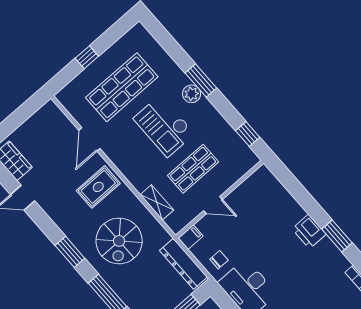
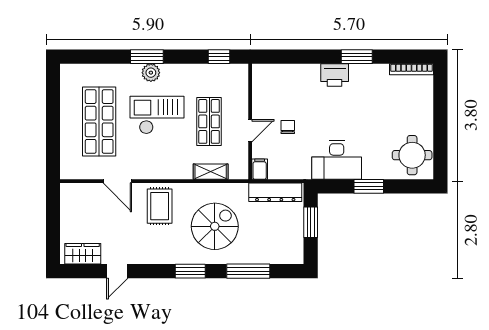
window: (87, 57) -> (53, 128), removed
checkout: (164, 126) -> (157, 115), turned 180
spiral stairs: (119, 241) -> (215, 226), turned -90
chair: (219, 260) -> (288, 127), moved

